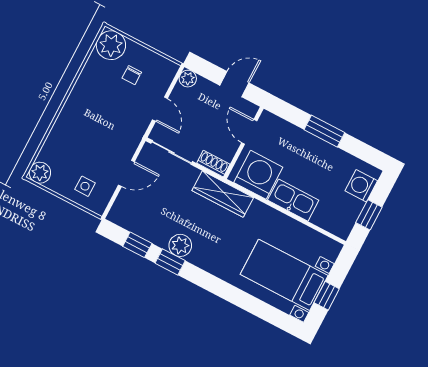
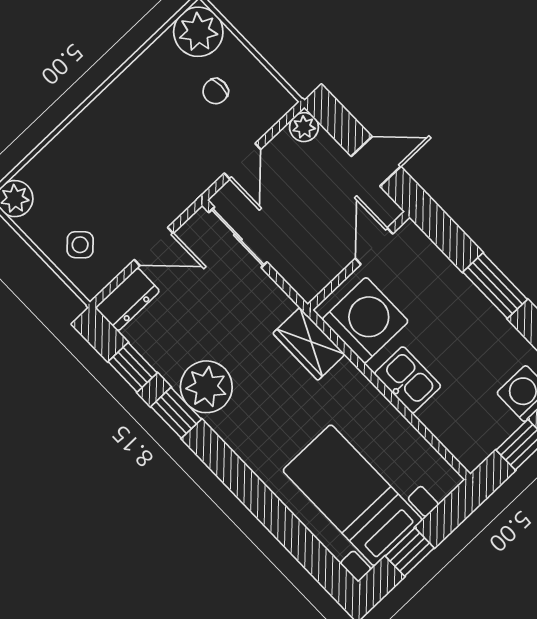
shoe rack: (213, 164) -> (299, 278), removed
side table: (85, 186) -> (80, 245), turned 45
wardrobe: (223, 194) -> (309, 344), width x0.67
kitchen sink: (293, 200) -> (408, 380), width x0.73
dresser: (122, 208) -> (128, 299), added
plant: (180, 245) -> (206, 387), width x1.36, depth x1.36

